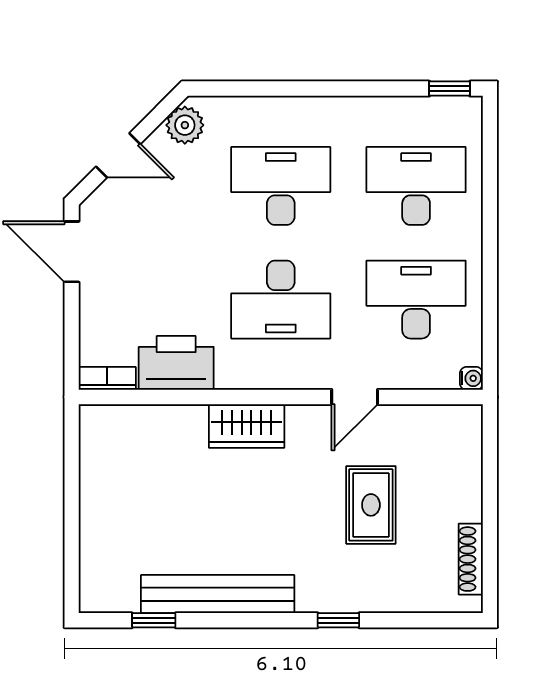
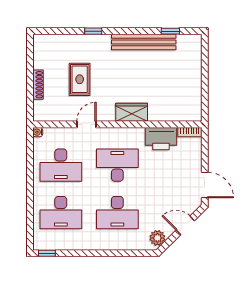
shoe rack: (471, 559) -> (38, 85), moved

